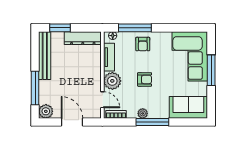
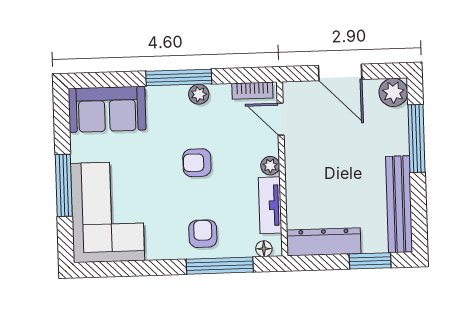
plant: (112, 81) -> (270, 166), width x0.53, depth x0.53

